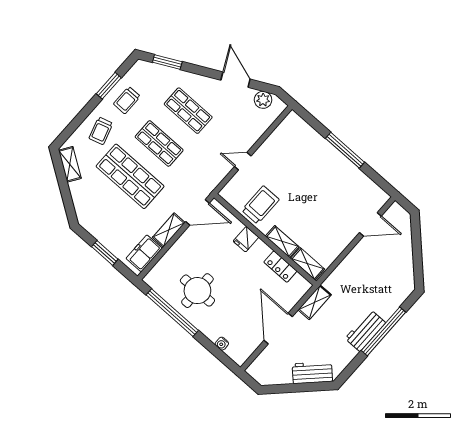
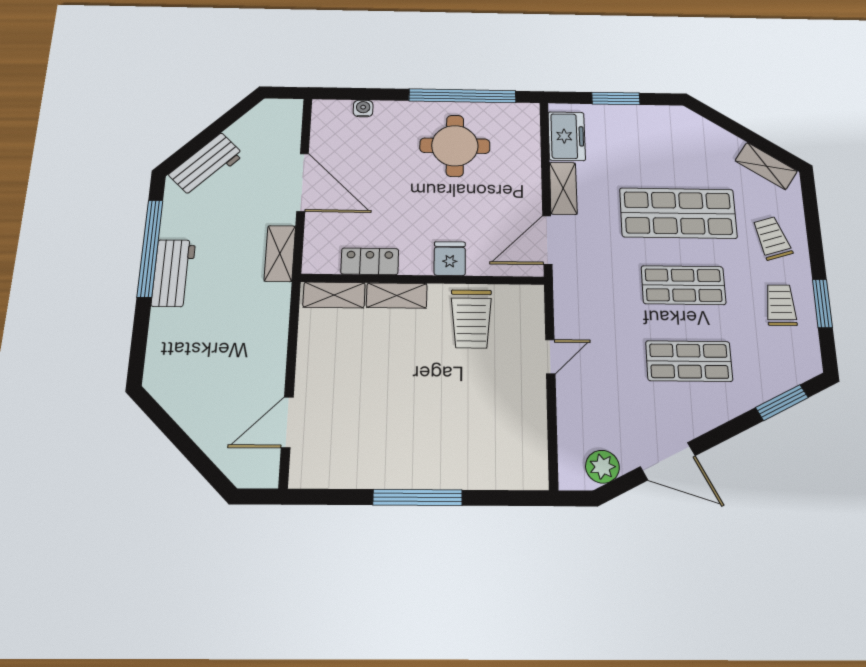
window: (384, 331) -> (150, 248), moved

